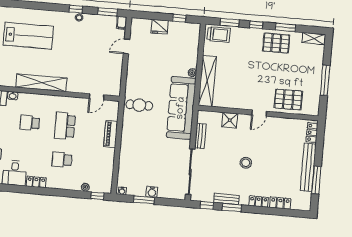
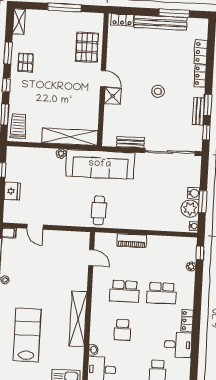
pallet: (276, 43) -> (25, 62), width x0.67, depth x0.71
shower: (230, 120) -> (113, 96), moved
school desk: (62, 160) -> (162, 293), width x1.85
plant: (138, 188) -> (190, 209), added

